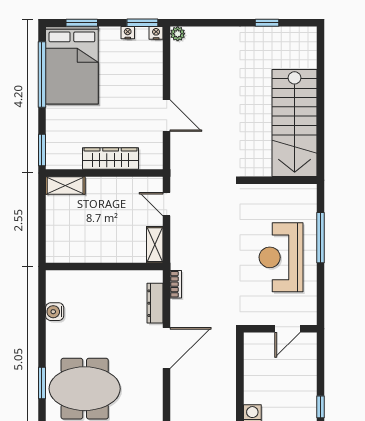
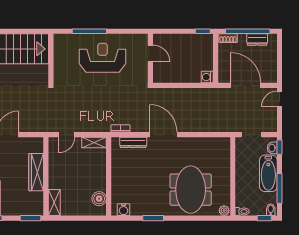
boiler: (71, 252) -> (99, 199), added
reception desk: (281, 257) -> (103, 58), turned 180
water cooler: (55, 312) -> (124, 210), moved
window: (42, 383) -> (153, 218), moved

